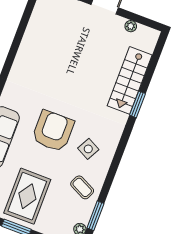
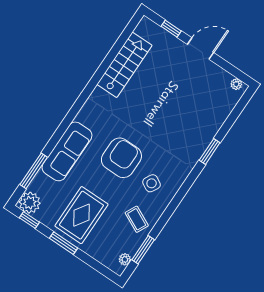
plant: (131, 26) -> (236, 84), moved
stairs: (130, 80) -> (124, 65), moved, turned 180

